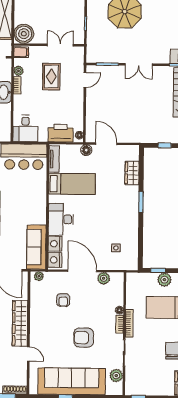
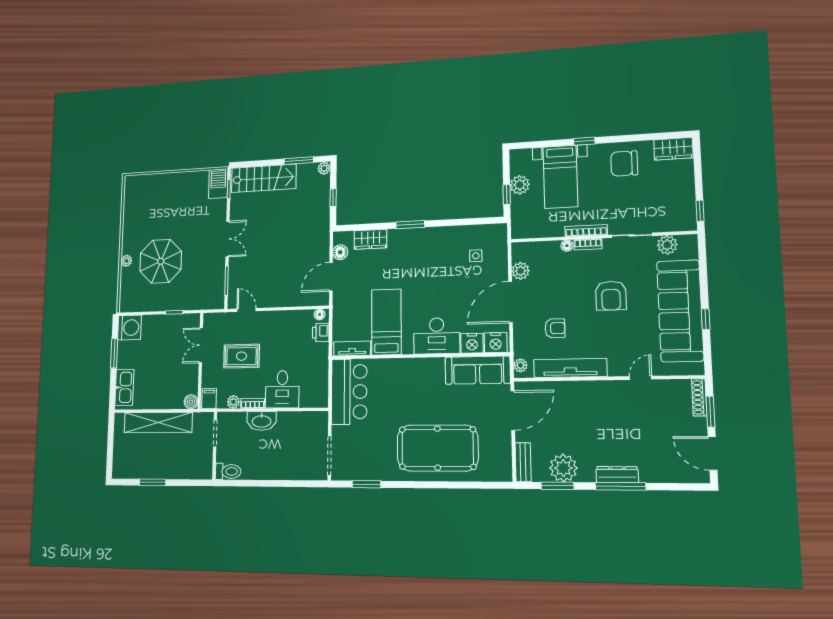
boiler: (24, 34) -> (191, 402), width x0.54, depth x0.54
desk: (25, 128) -> (282, 389), moved, turned 90
printer: (61, 133) -> (321, 333), width x0.53, depth x0.68
floor lamp: (86, 150) -> (340, 252), moved
tv unit: (36, 309) -> (570, 368), added
wardrobe: (20, 323) -> (593, 392), removed

